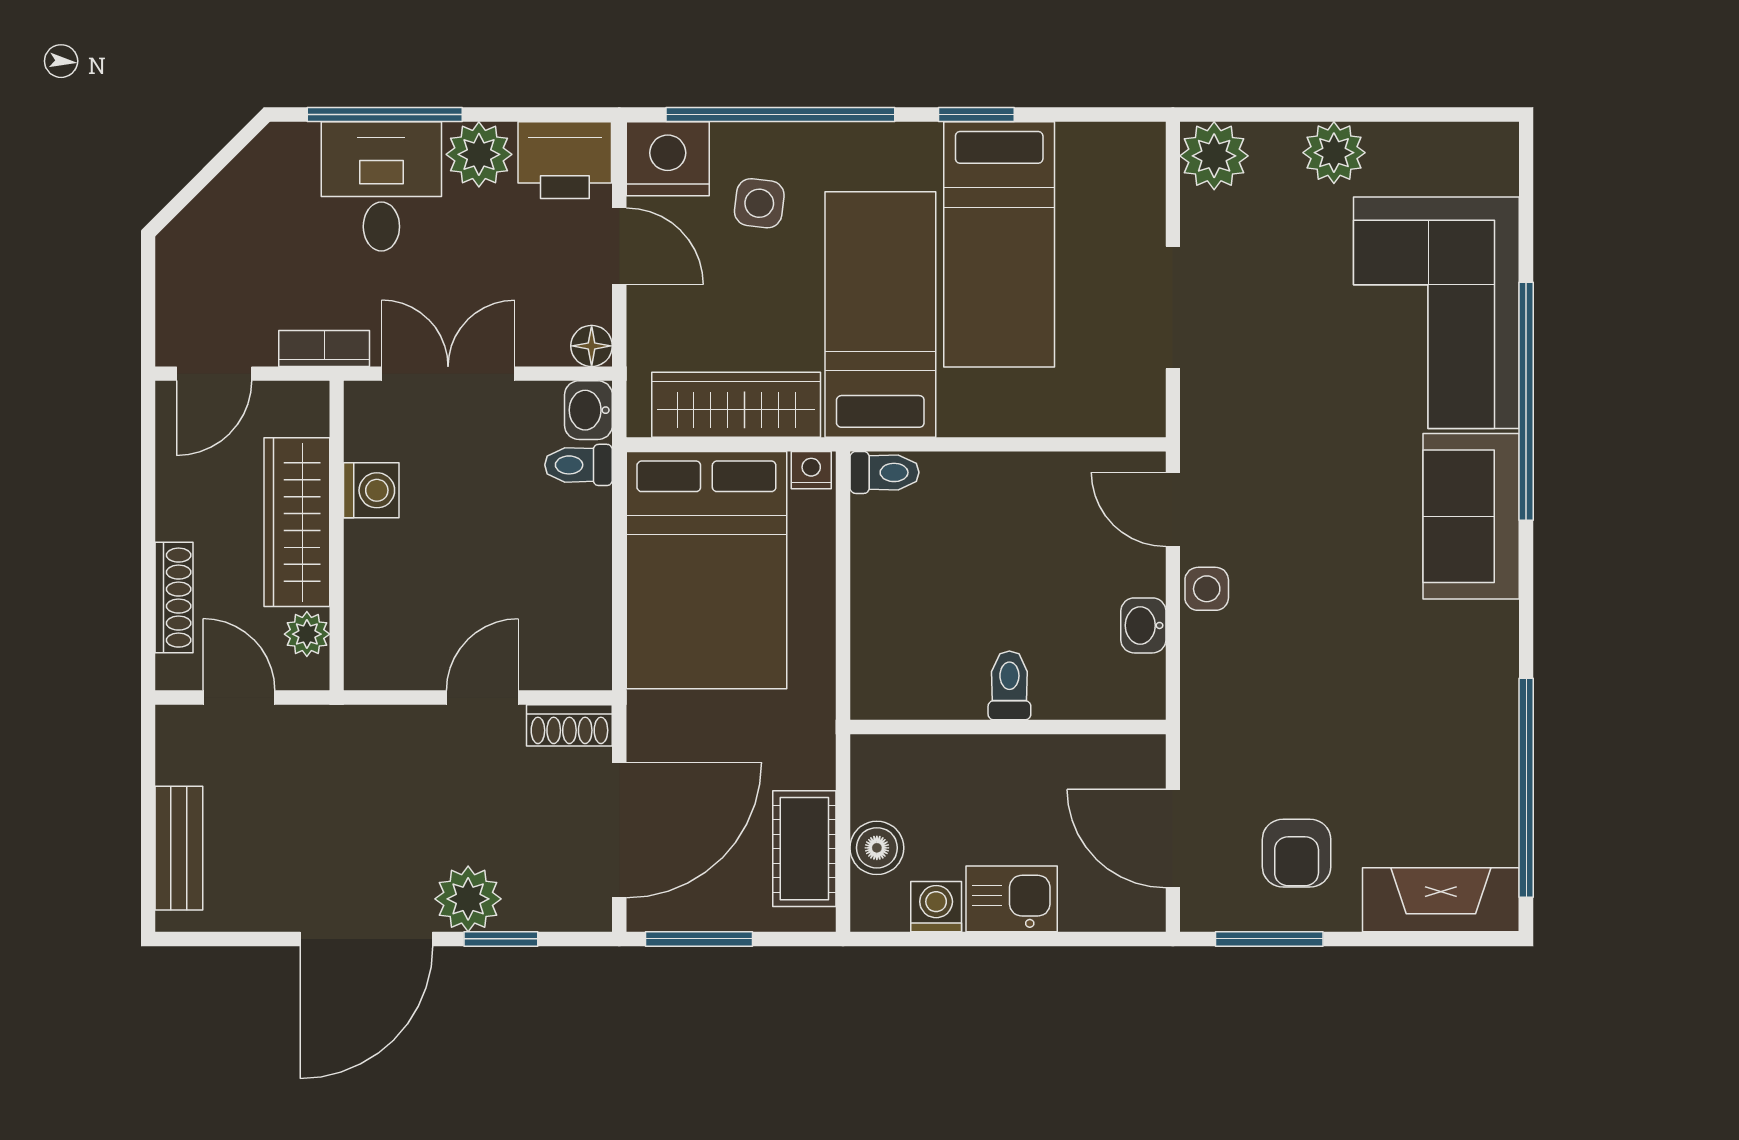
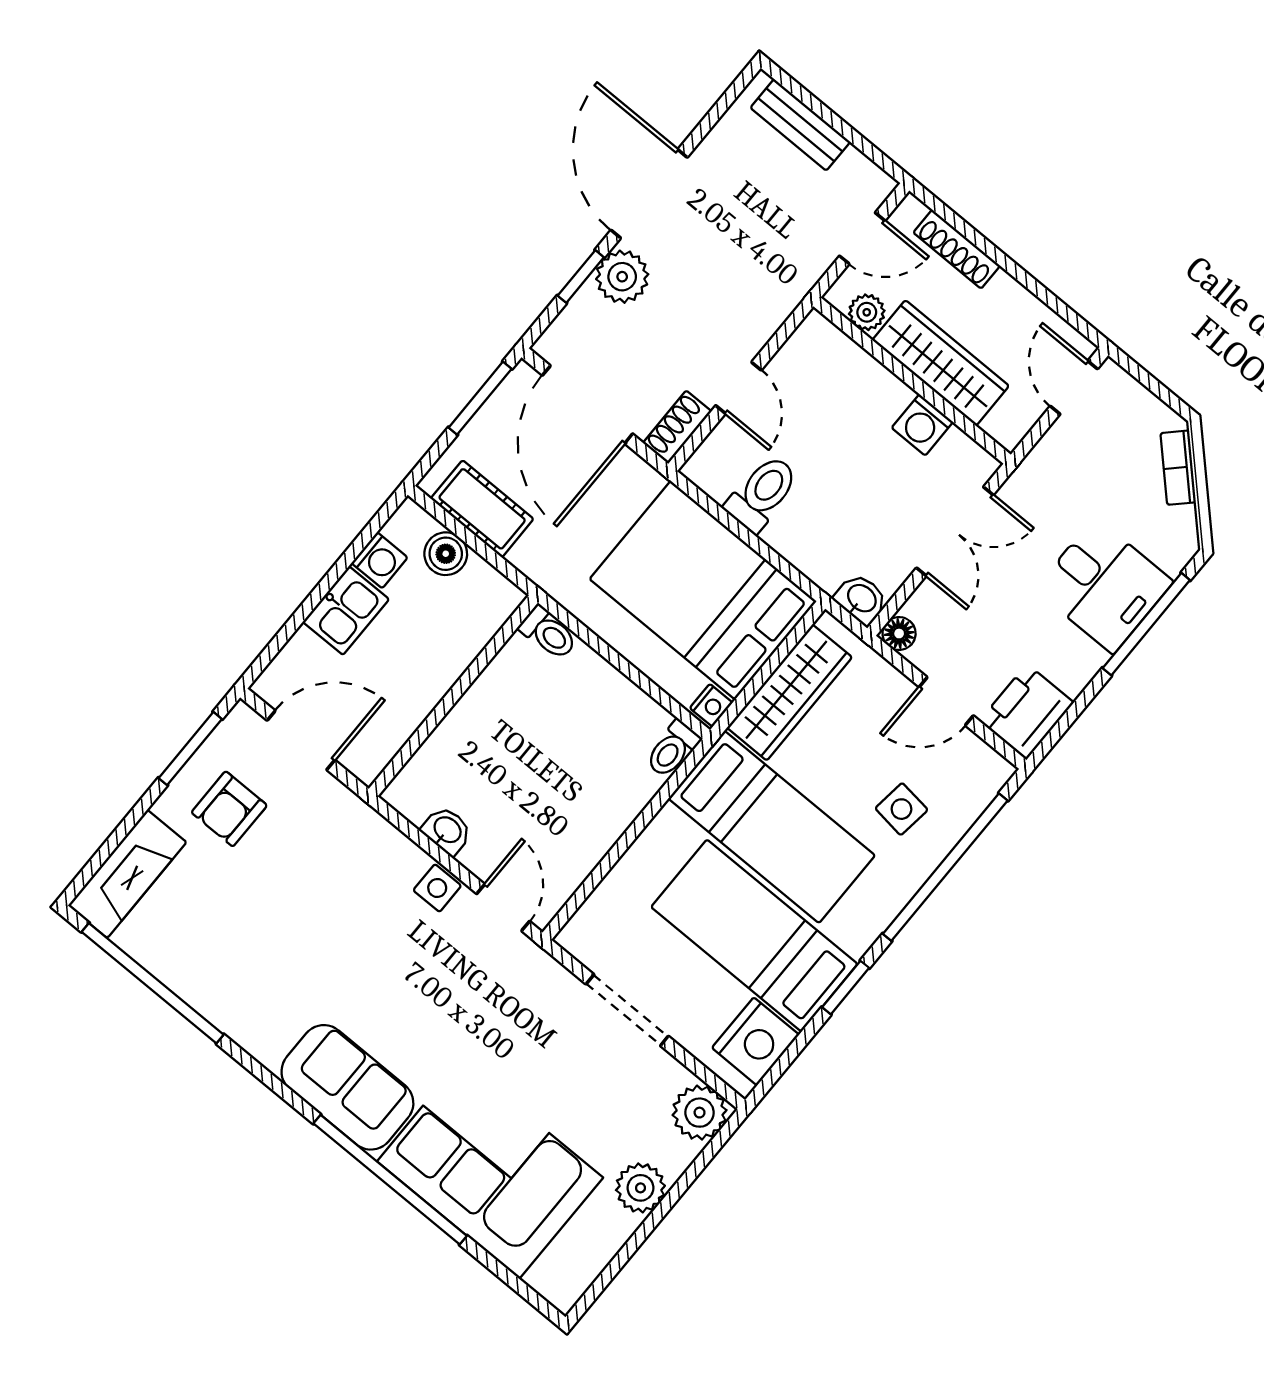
plant: (479, 154) -> (1074, 662), removed
nightstand: (668, 159) -> (755, 1041), moved
bookcase: (324, 348) -> (1178, 468), moved, turned 135
toilet: (578, 465) -> (762, 493), moved, width x1.37, depth x1.39
door: (1173, 509) -> (503, 908), hinge flipped
toilet: (1009, 685) -> (548, 633), moved
armchair: (1297, 853) -> (229, 809), turned -90

